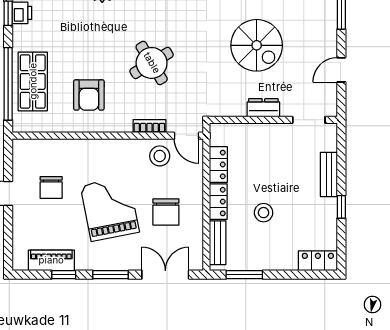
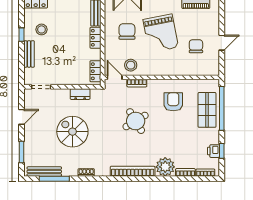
dresser: (263, 108) -> (80, 94), moved
locker: (218, 164) -> (96, 71), moved
stool: (264, 213) -> (41, 29), moved

